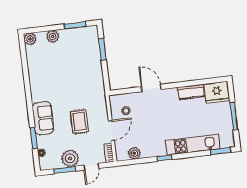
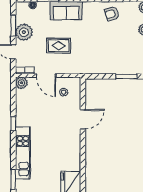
armchair: (40, 71) -> (112, 14), added
kitchen counter: (191, 92) -> (74, 158), removed
plant: (134, 153) -> (21, 83), moved

